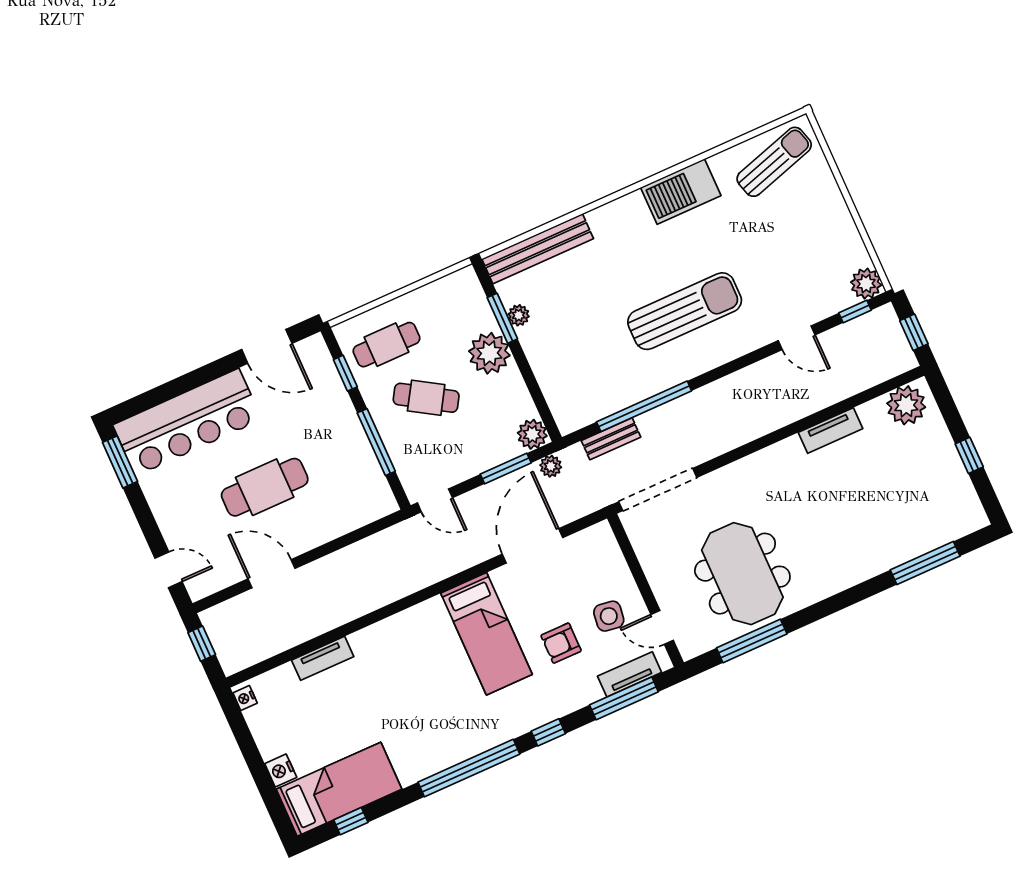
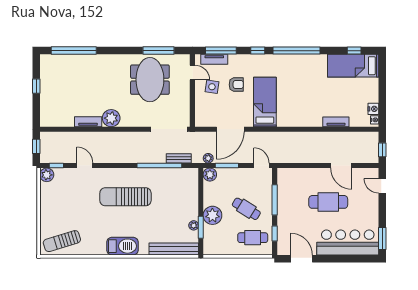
barbecue: (681, 192) -> (122, 246), moved
plant: (906, 405) -> (111, 118), moved
window: (925, 563) -> (74, 51), width x1.46
nightstand: (281, 771) -> (373, 109), moved

